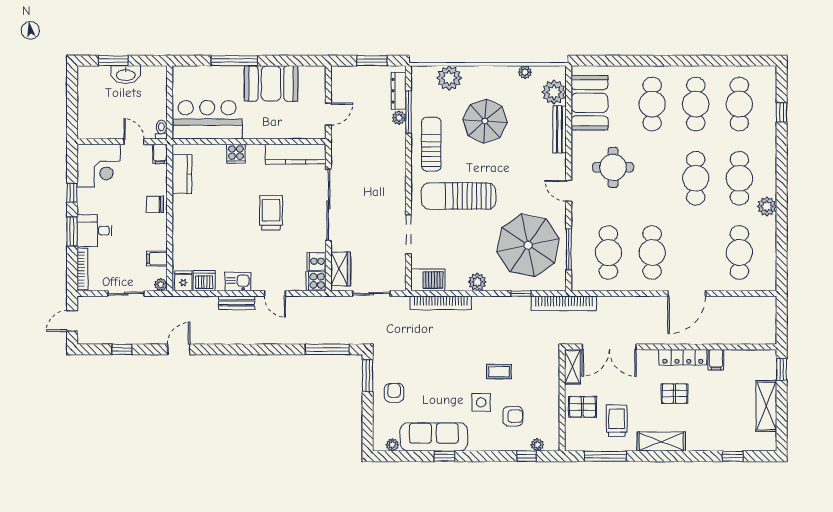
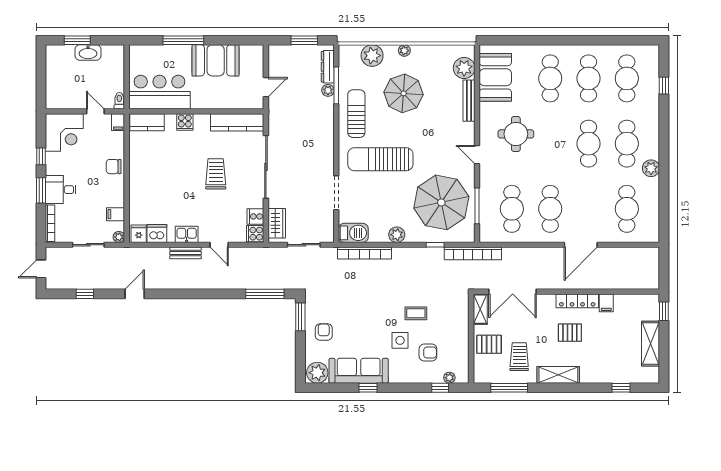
plant: (525, 72) -> (404, 51), moved
kitchen counter: (182, 174) -> (147, 122), moved, turned 90
plant: (392, 445) -> (317, 373), width x1.88, depth x1.88

